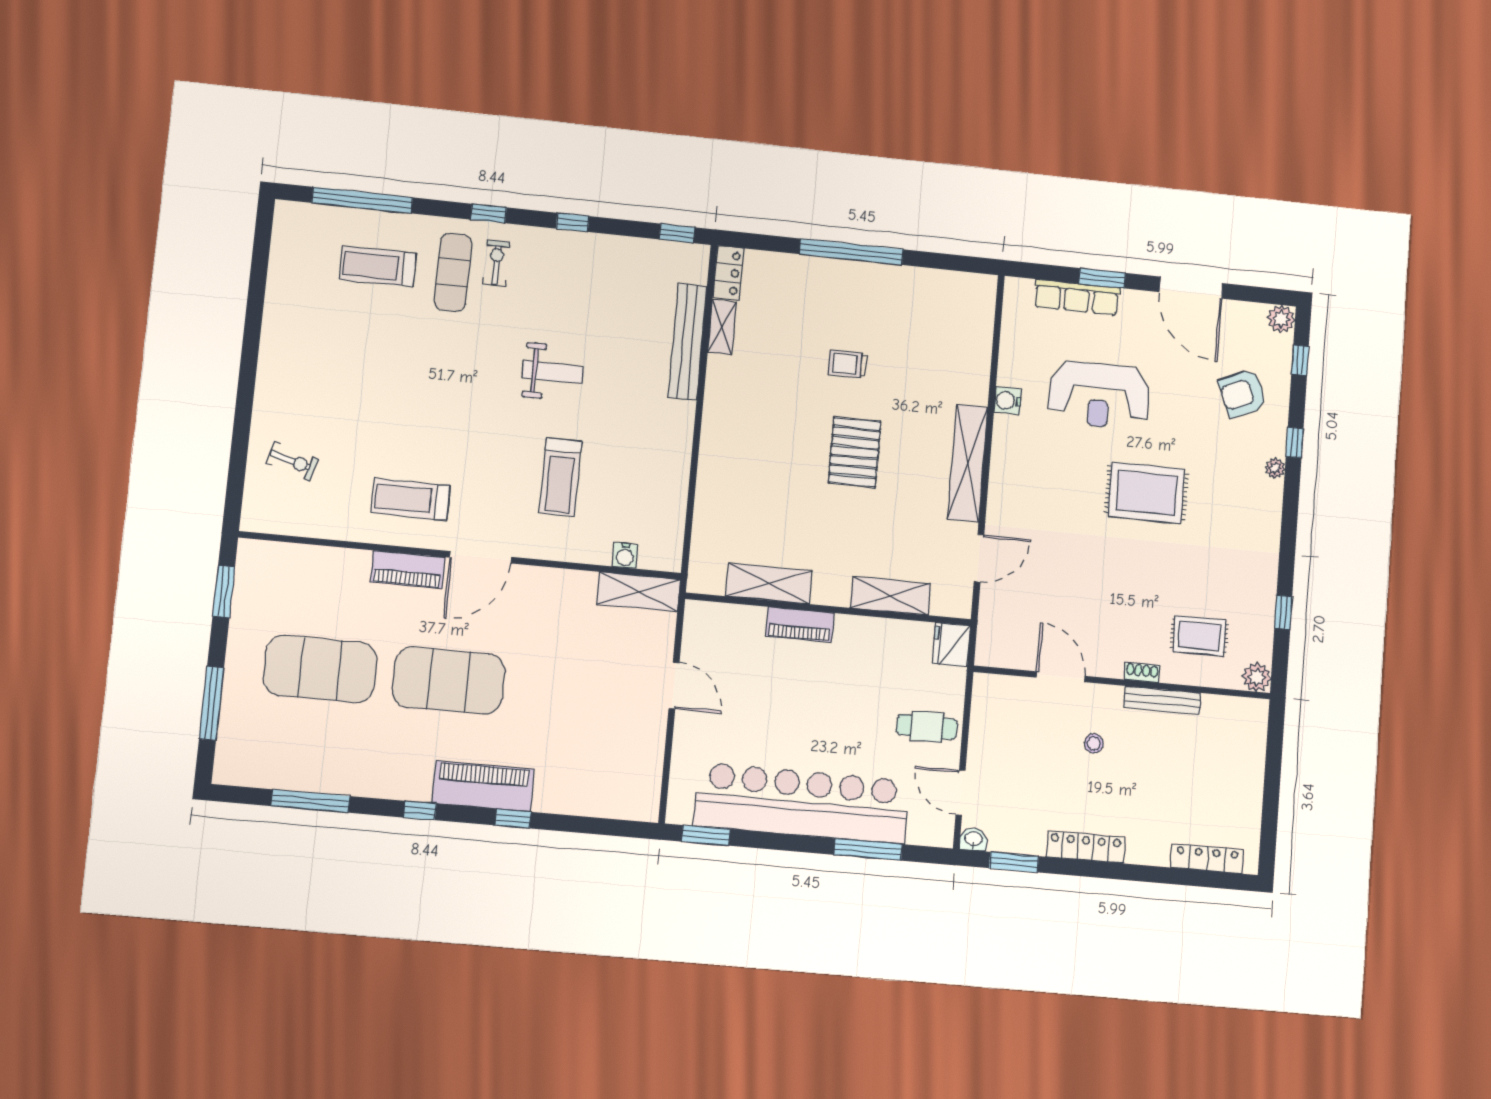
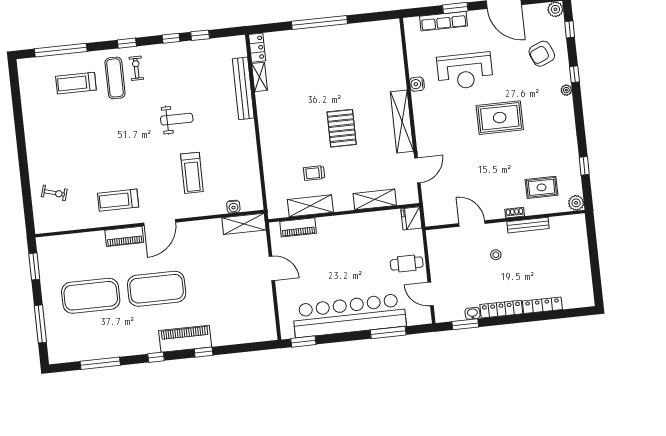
window: (677, 233) -> (200, 35), moved
trolley: (848, 364) -> (314, 173), moved
piano: (800, 625) -> (298, 227), moved
washbasin: (974, 839) -> (472, 313), moved
locker: (1207, 859) -> (542, 305), moved

